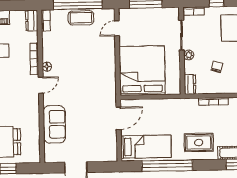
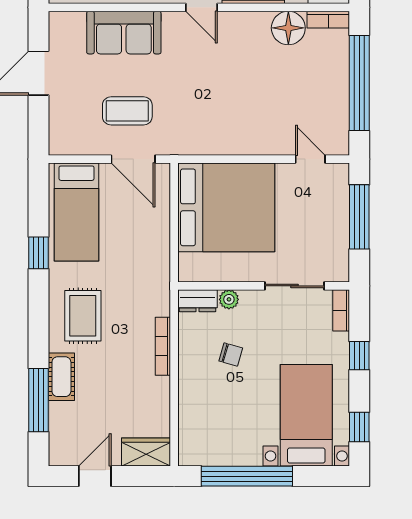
coffee table: (81, 18) -> (127, 111), moved, turned 90
plant: (189, 55) -> (229, 299), moved
floor lamp: (47, 67) -> (288, 28), moved, width x1.89, depth x1.89
window: (167, 166) -> (39, 253), width x0.32

